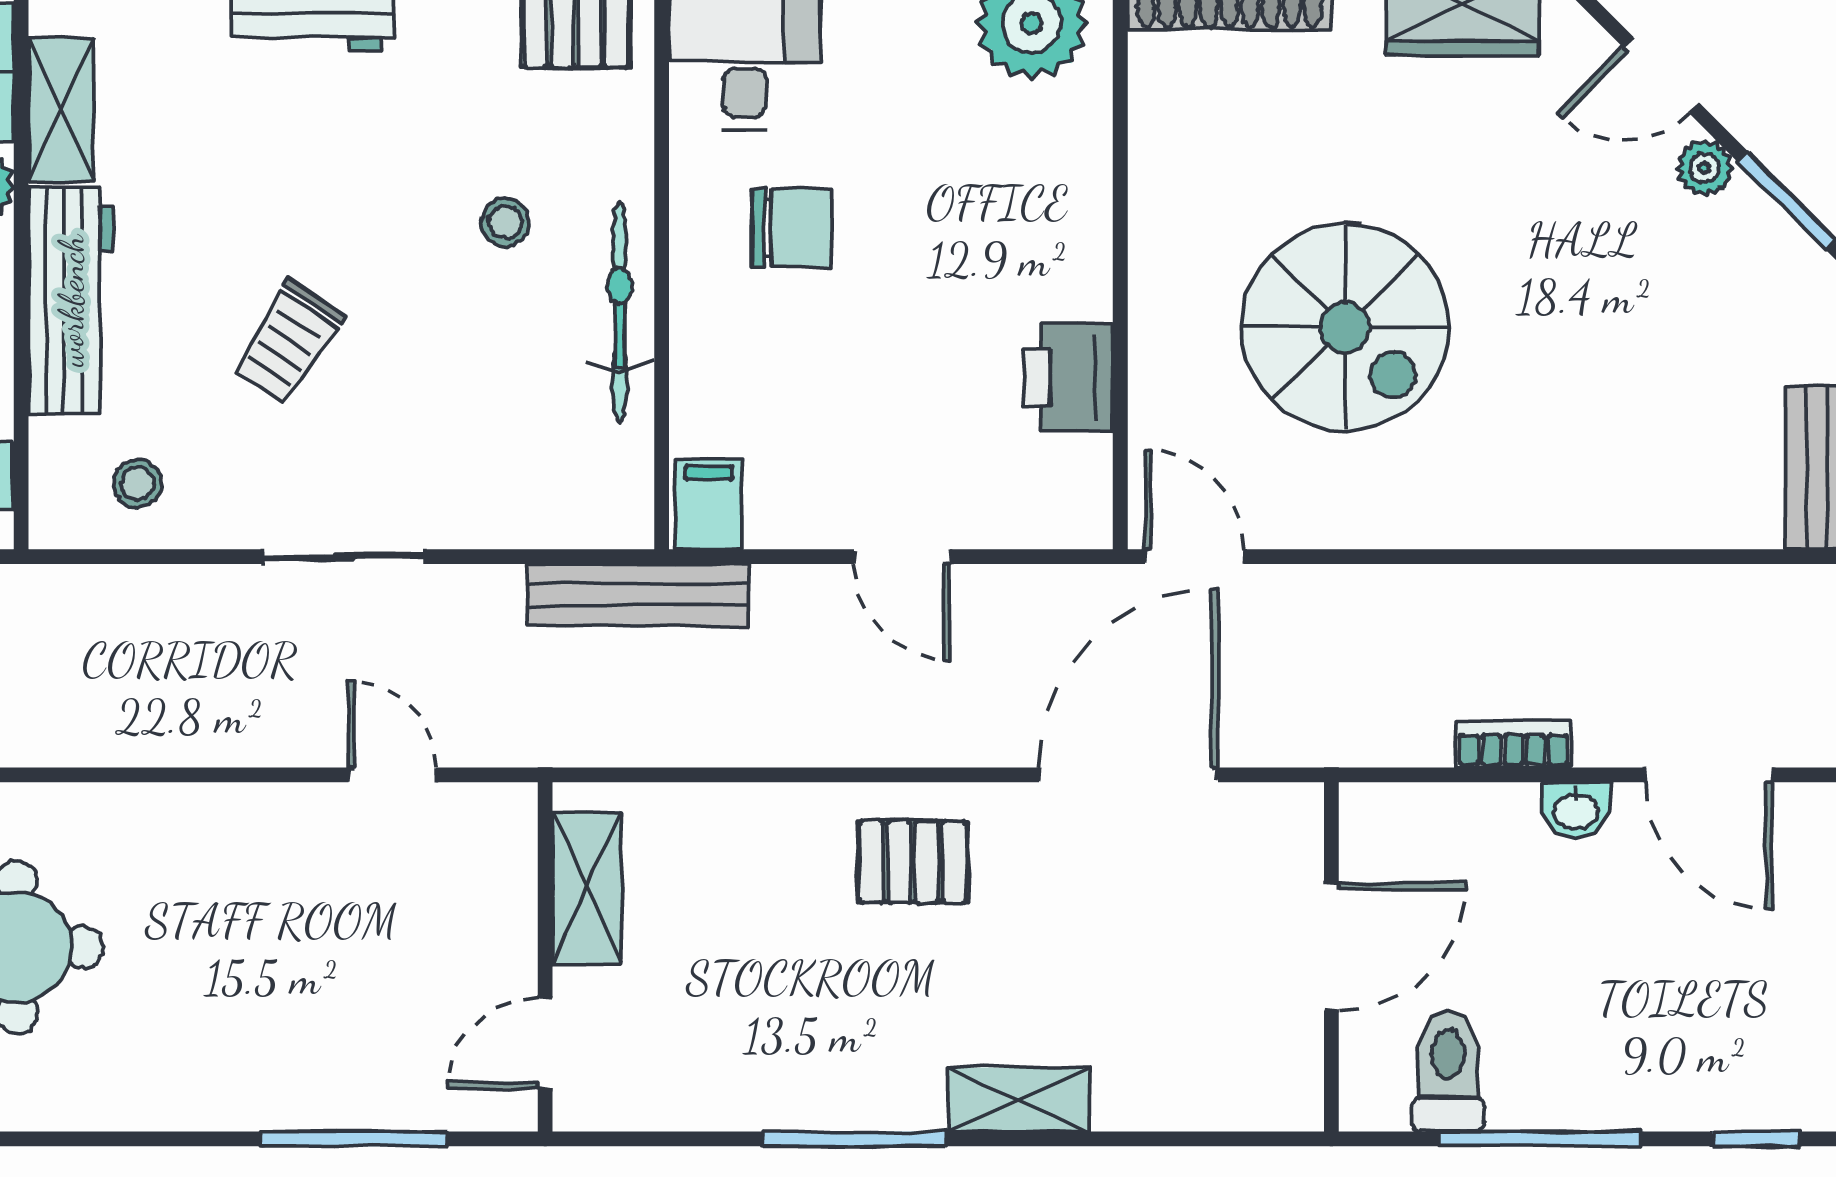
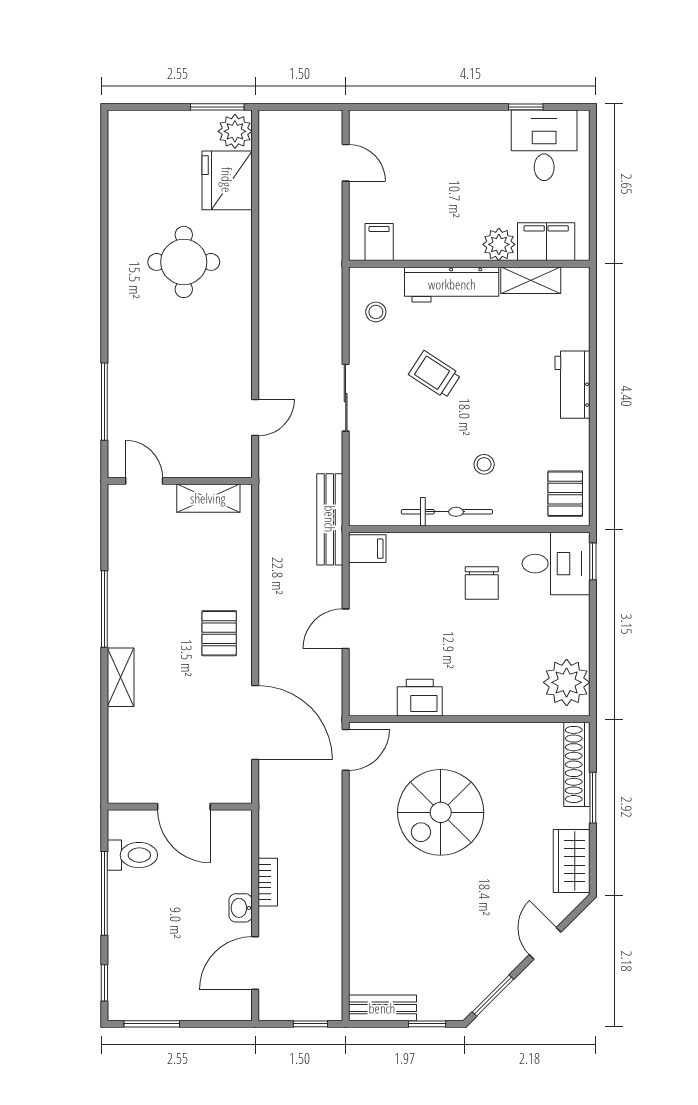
plant: (1705, 168) -> (507, 961), removed

